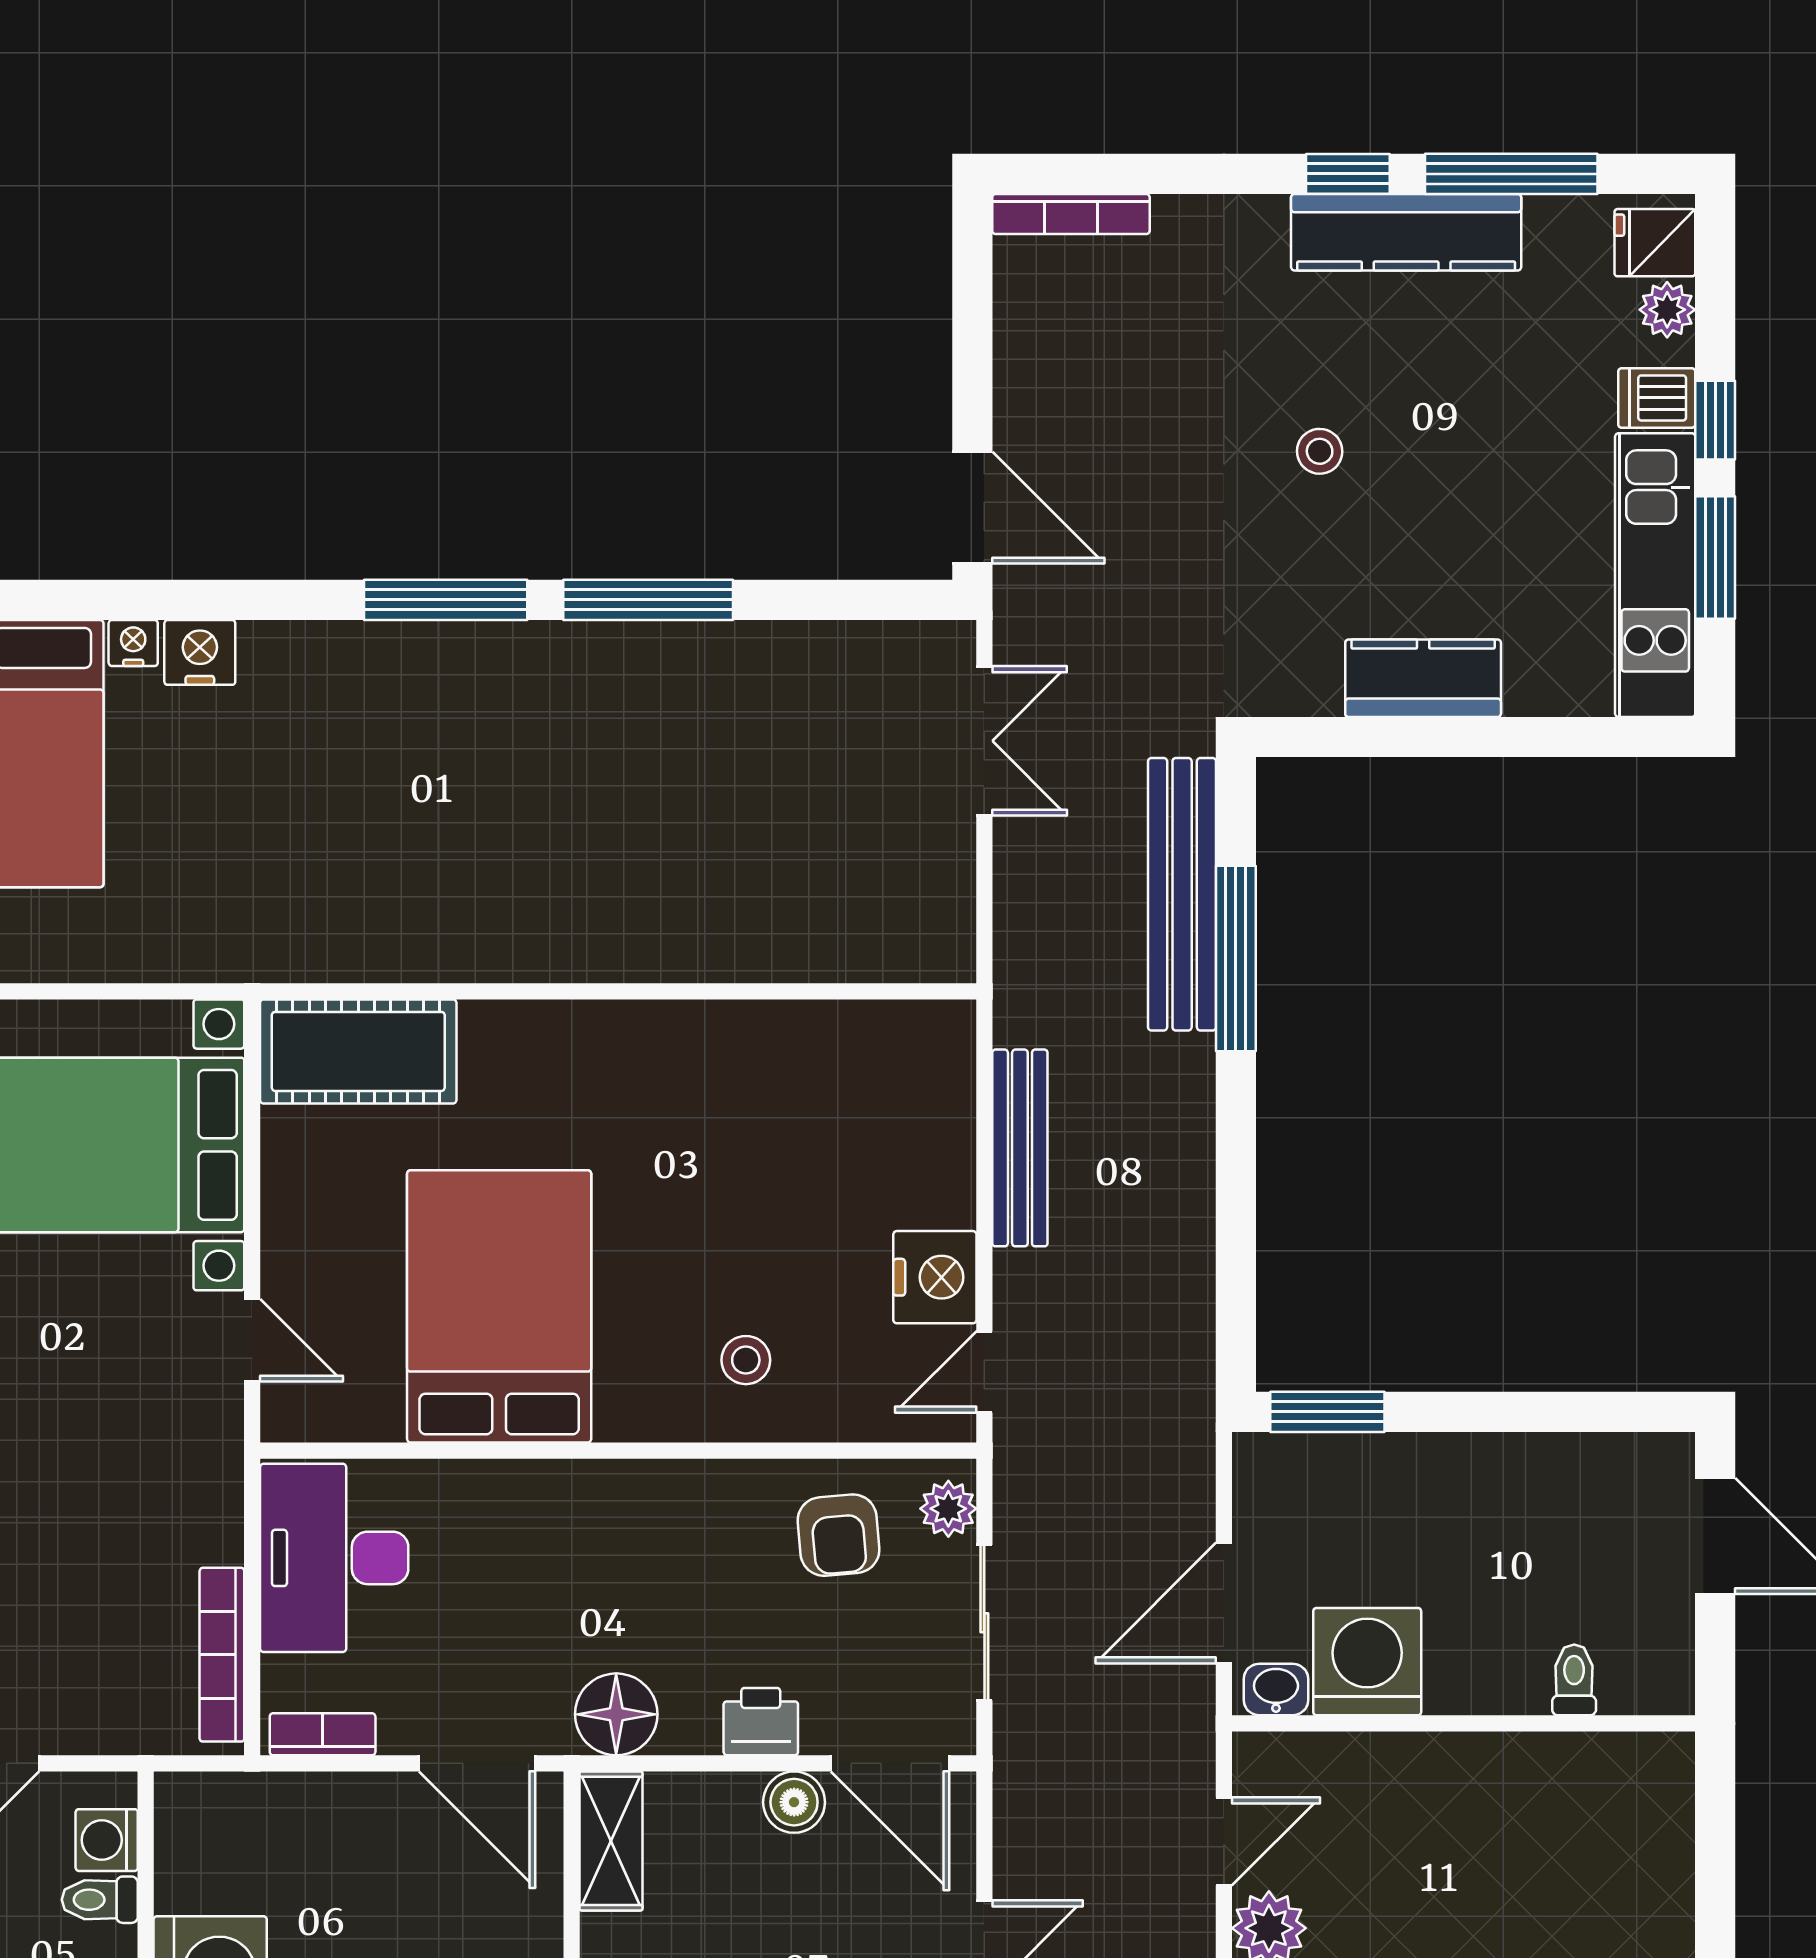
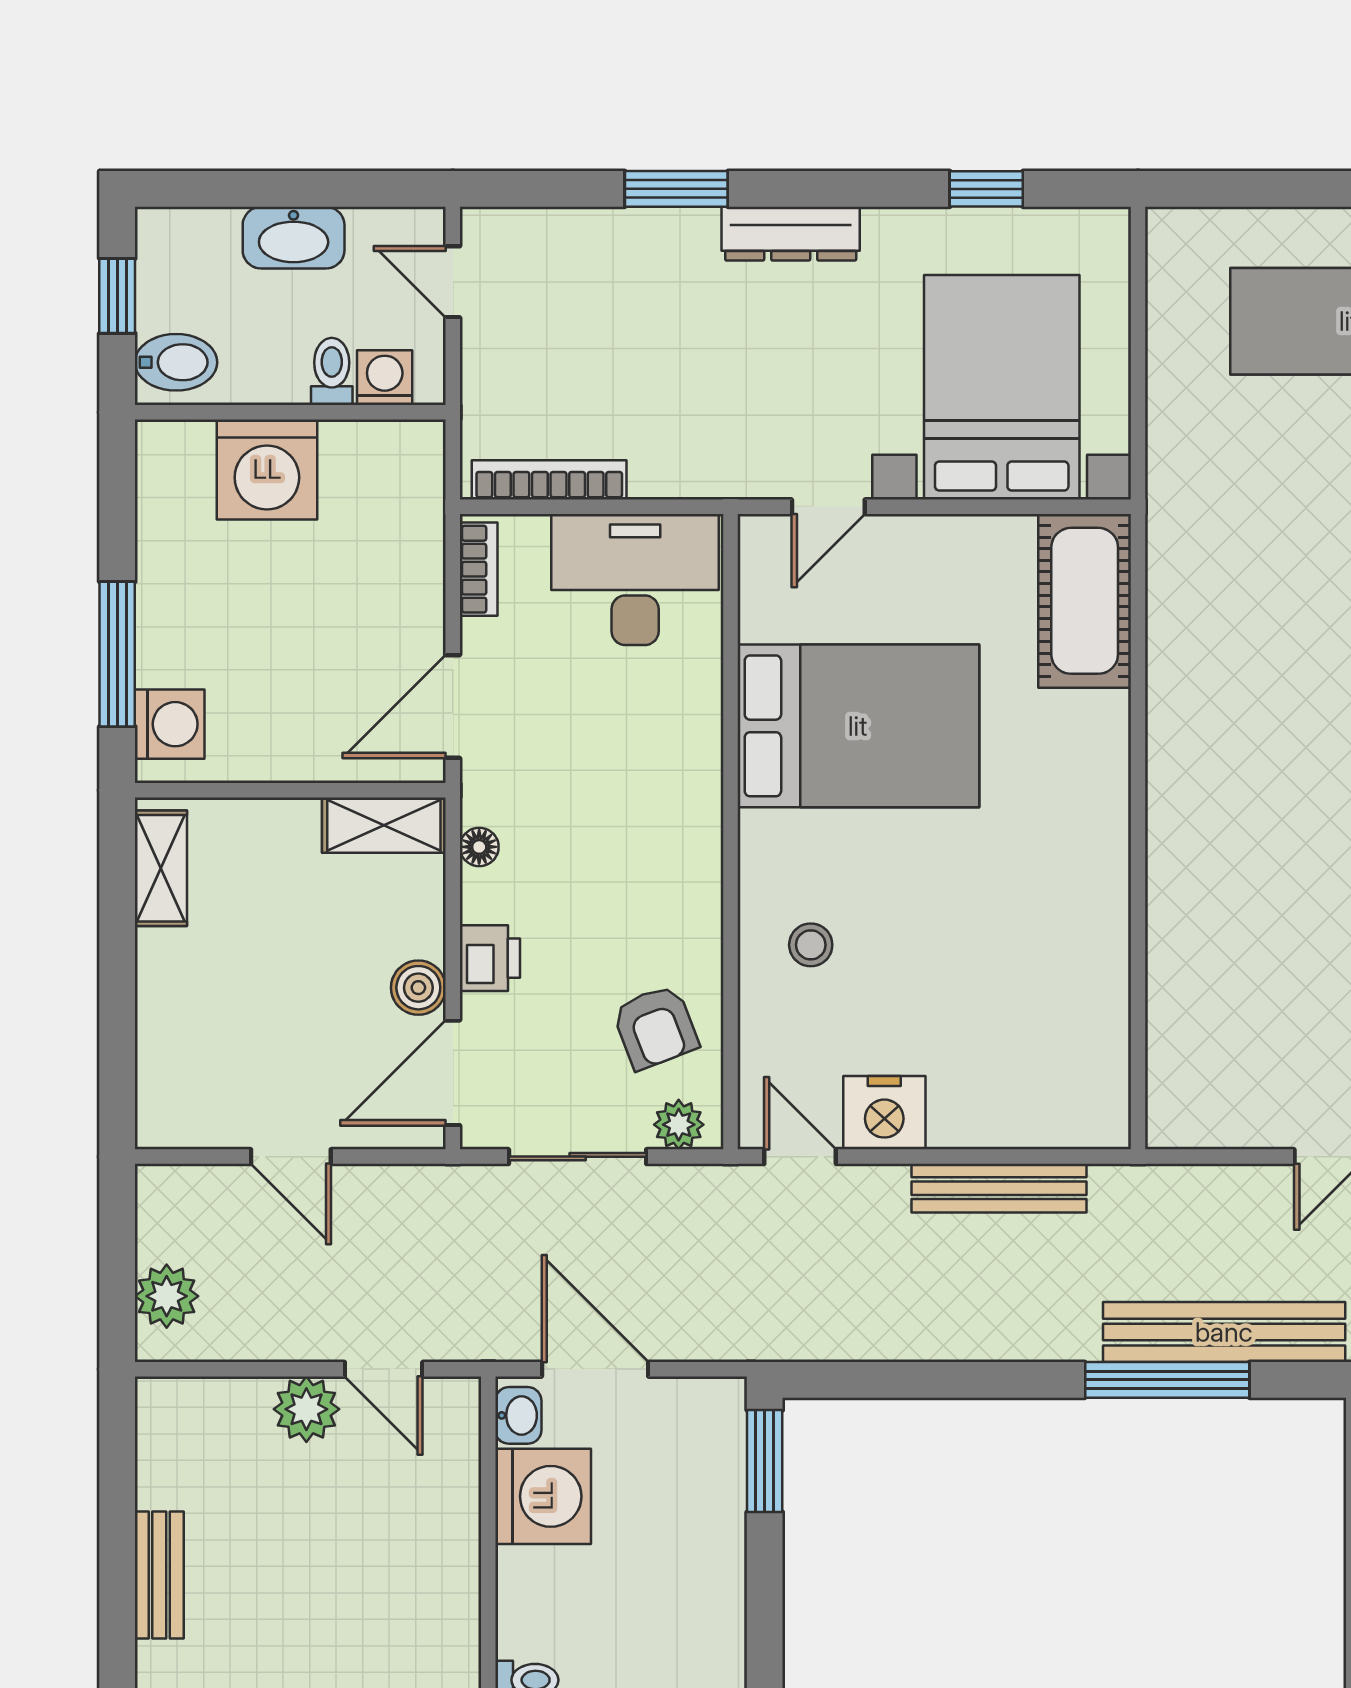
armchair: (838, 1535) -> (655, 1027), turned -106
floor lamp: (616, 1714) -> (479, 847), width x0.53, depth x0.53

